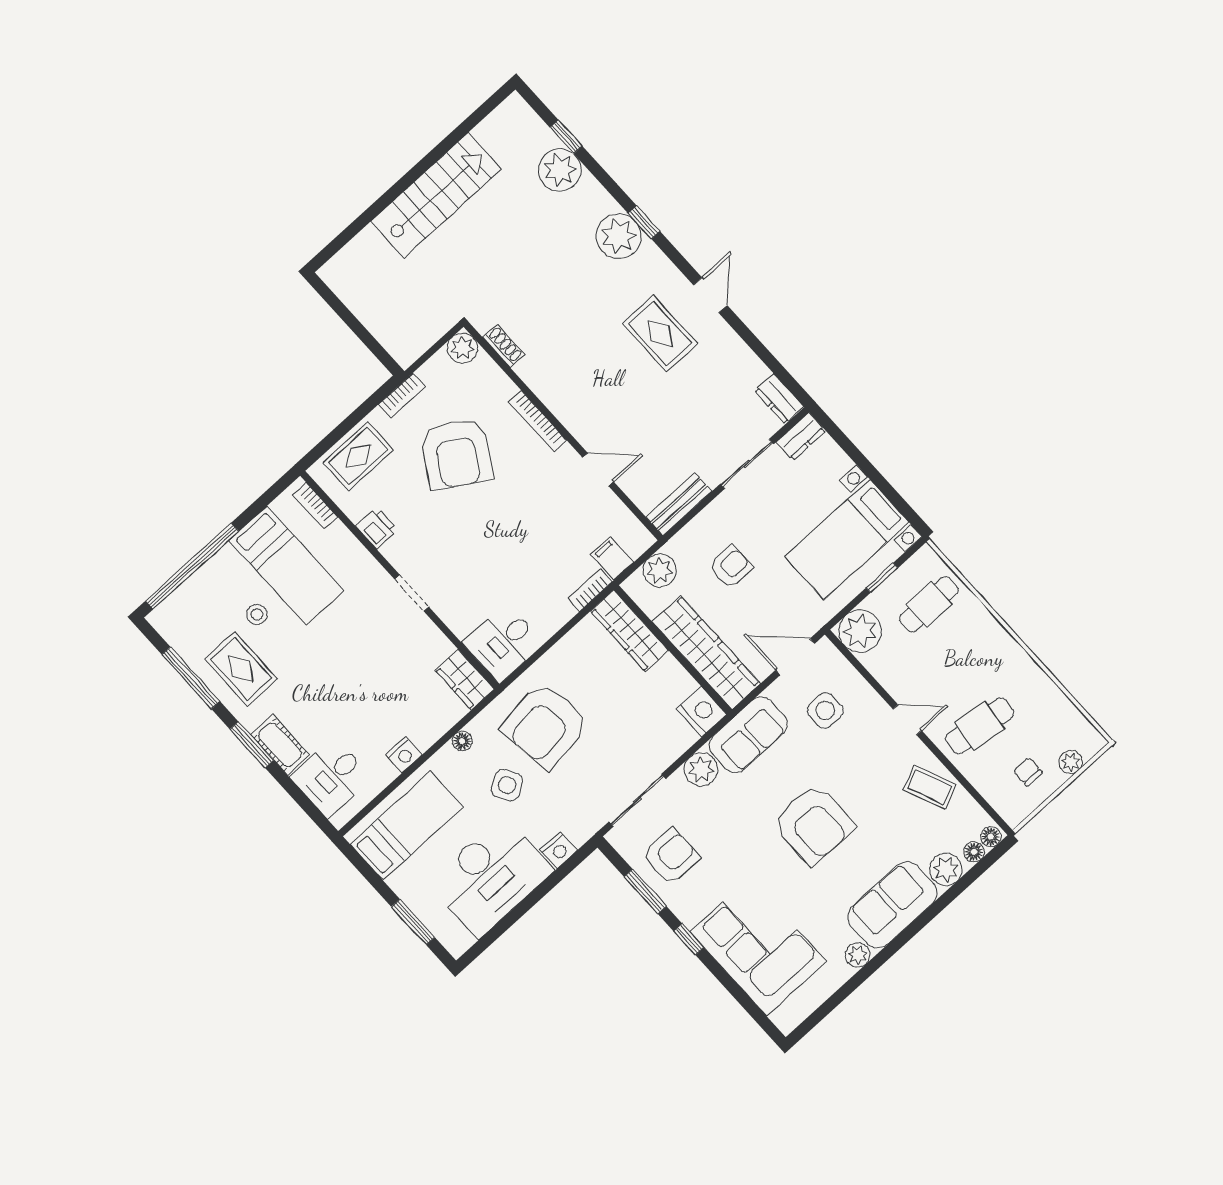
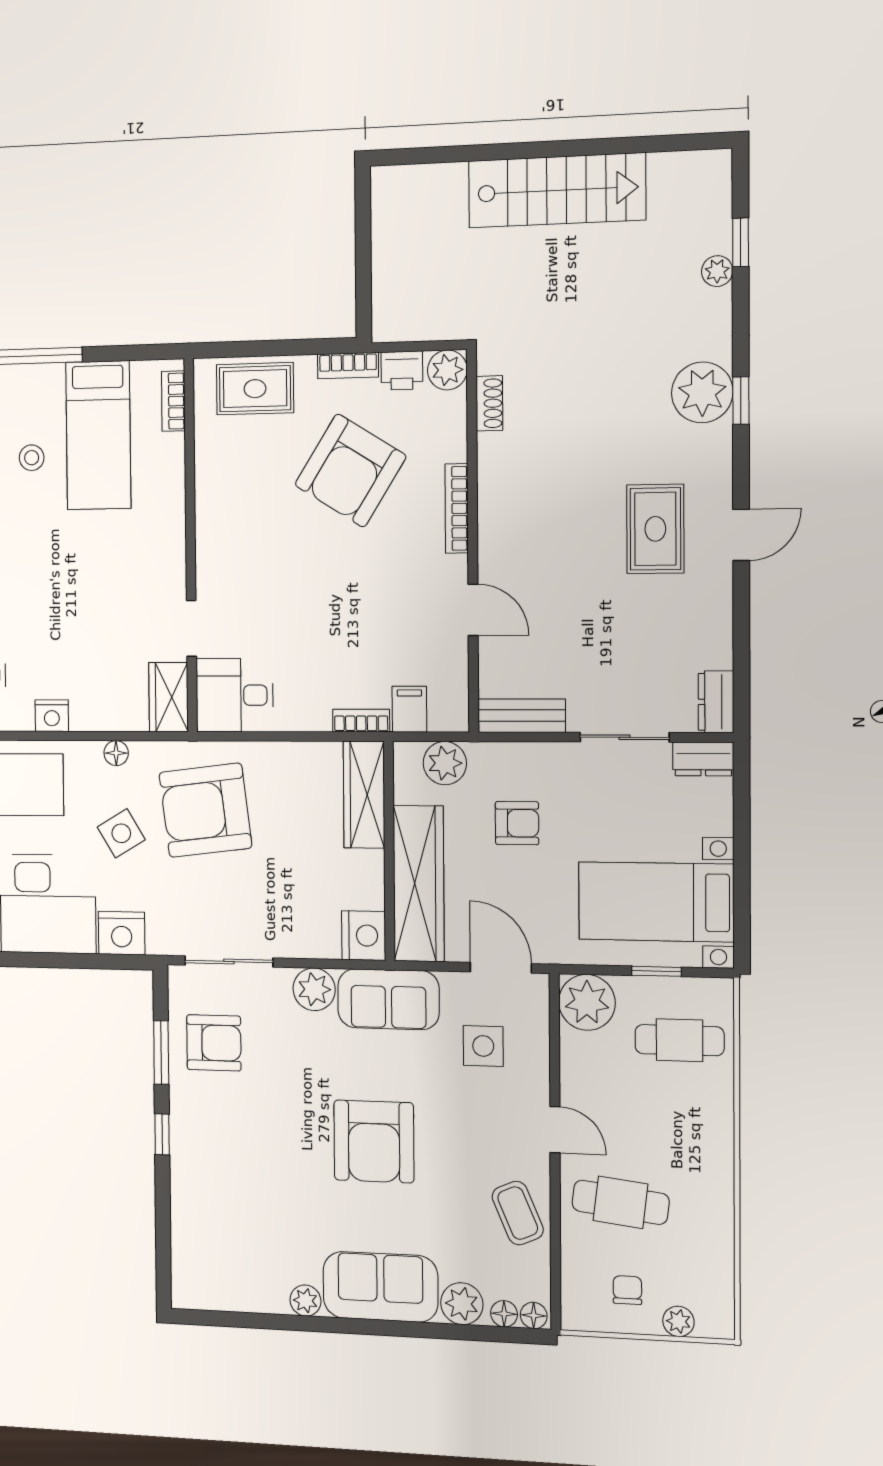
plant: (560, 170) -> (717, 271), width x0.53, depth x0.53
printer: (377, 528) -> (402, 371), moved, turned 90
doorway: (412, 593) -> (191, 628), moved
nightstand: (559, 850) -> (122, 933), width x1.36, depth x1.33
corner sofa: (758, 947) -> (220, 1203), removed

